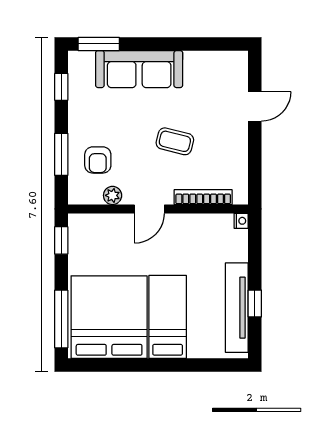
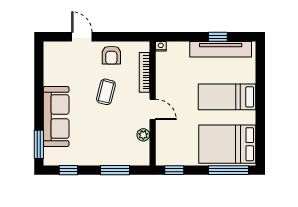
armchair: (98, 160) -> (111, 55), moved, turned 90
bed: (109, 317) -> (227, 144), width x0.73

